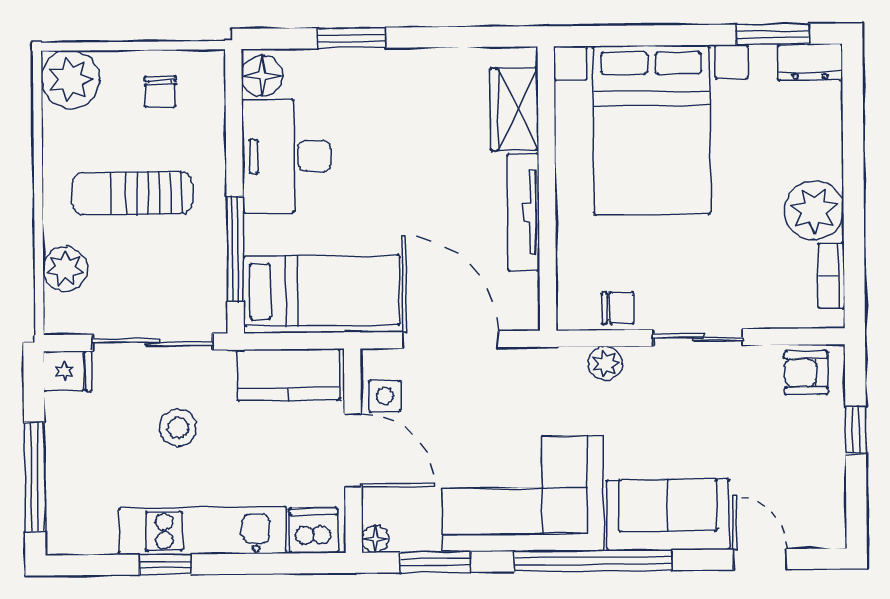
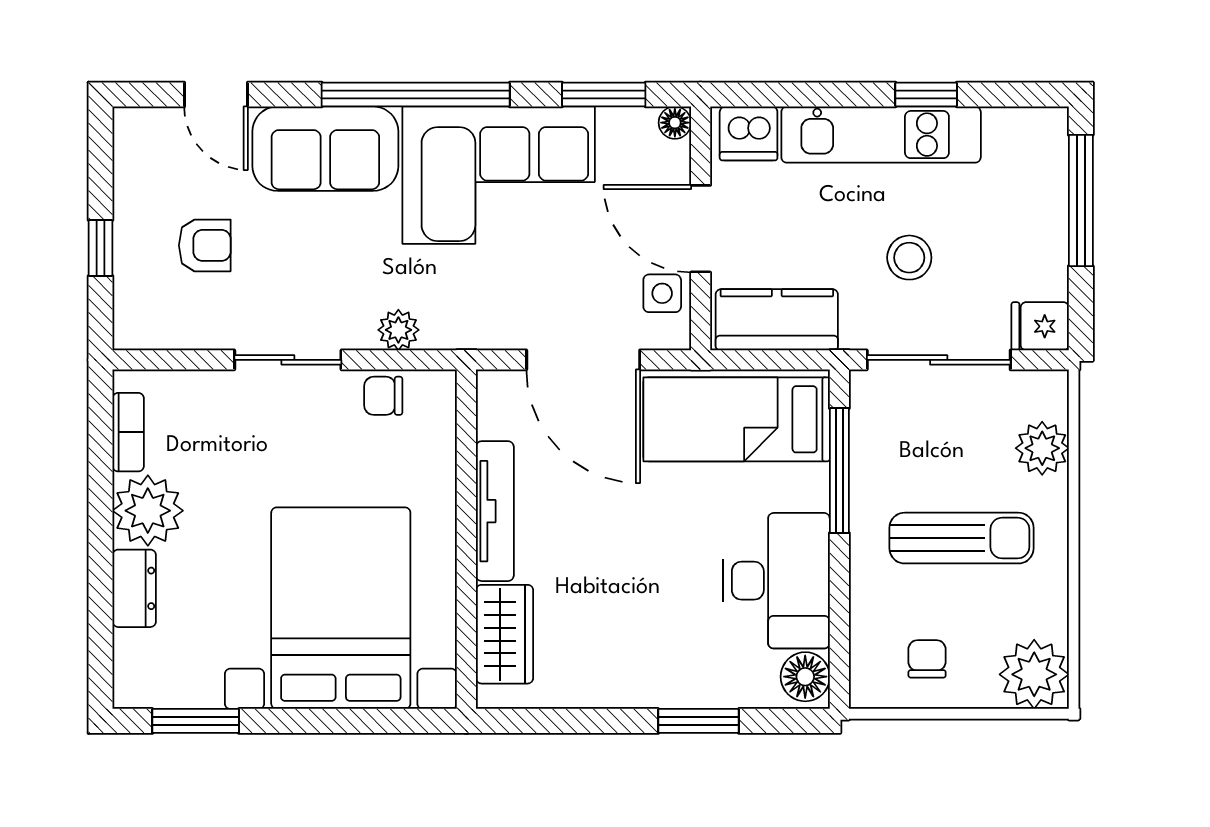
dresser: (810, 62) -> (134, 588), moved, turned 90
armchair: (806, 373) -> (205, 245), moved

